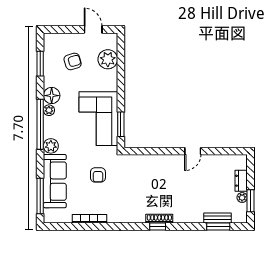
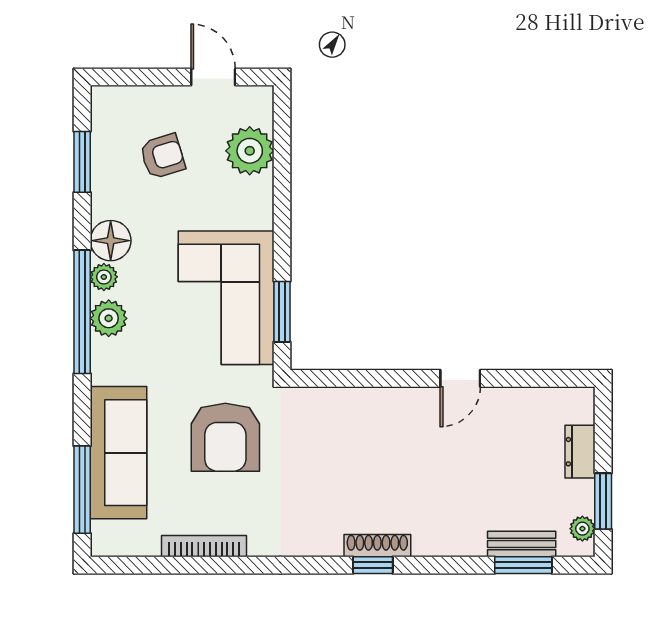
plant: (51, 146) -> (109, 318), moved
armchair: (98, 175) -> (225, 437), width x1.88, depth x1.88
plant: (242, 198) -> (582, 529), moved

